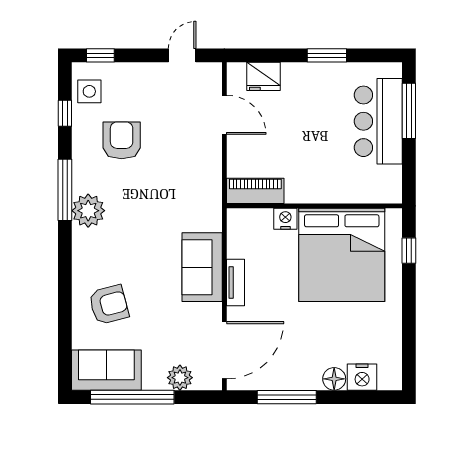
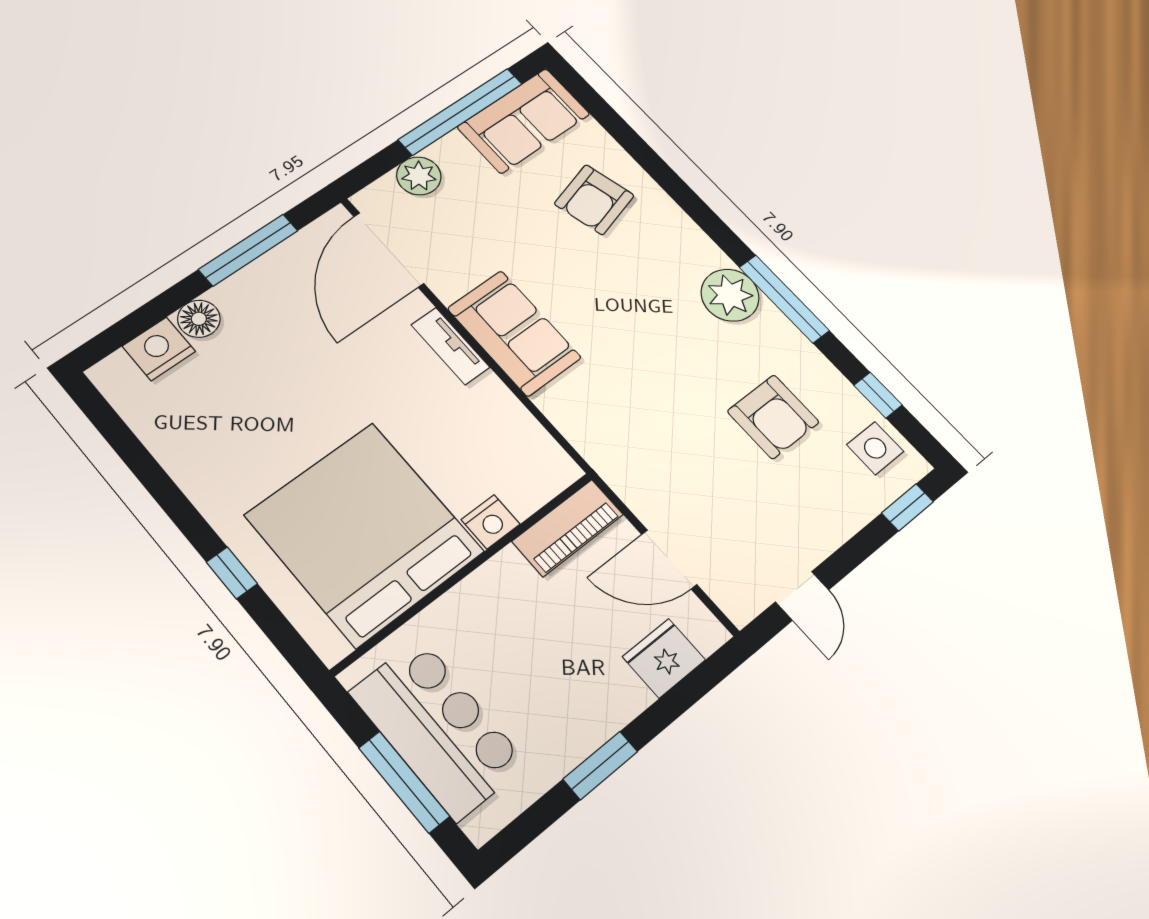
piano: (255, 191) -> (568, 528), moved
wall: (314, 206) -> (464, 572), moved
nightstand: (285, 219) -> (491, 522), moved
bed: (342, 255) -> (364, 533), moved

